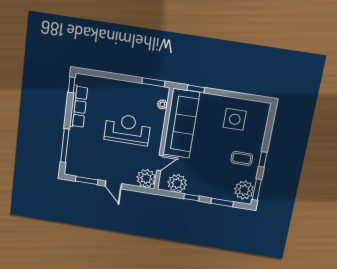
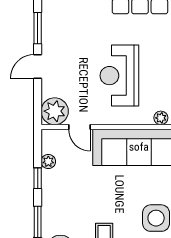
reception desk: (127, 129) -> (119, 76), turned 180
plant: (177, 183) -> (48, 162), width x0.53, depth x0.53

